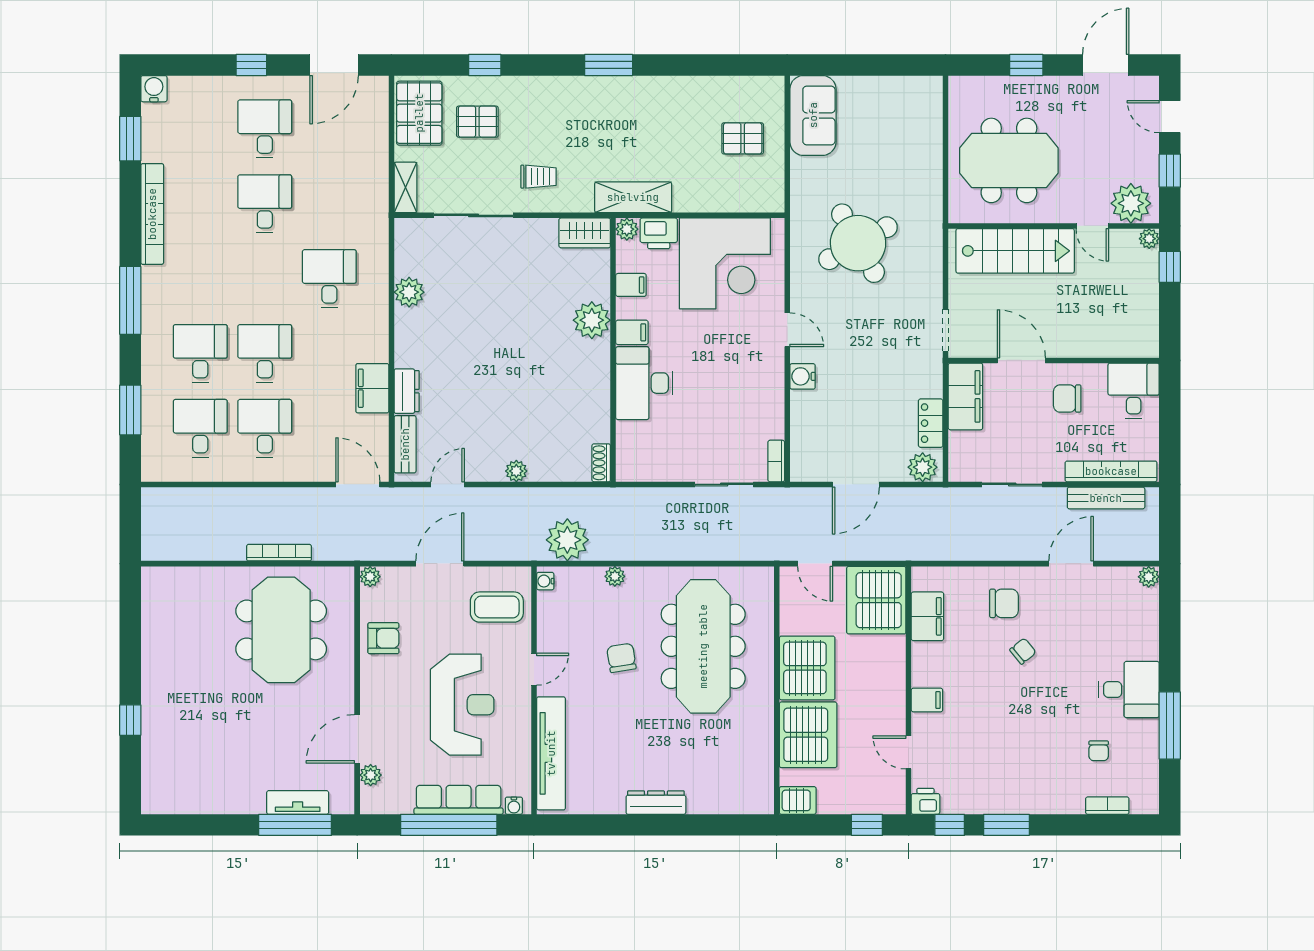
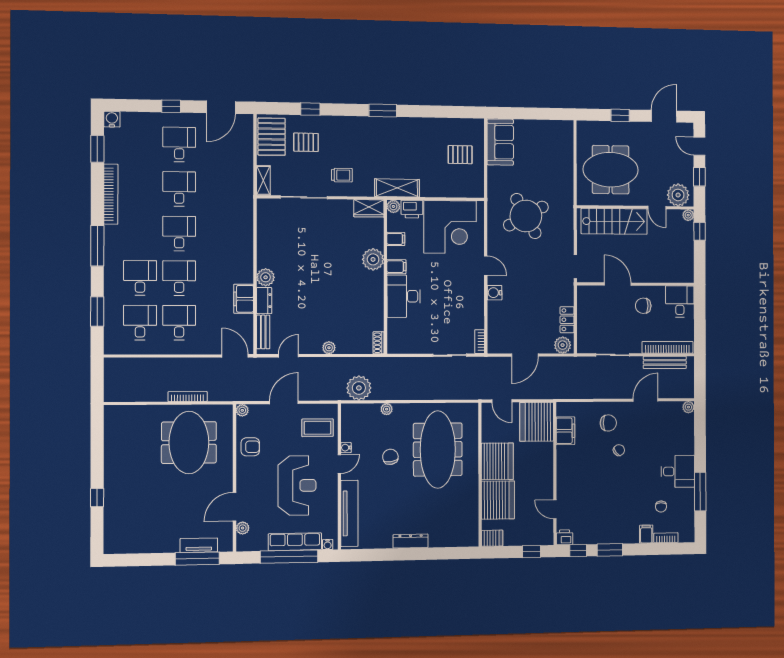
desk: (329, 279) -> (179, 233), moved
plant: (409, 292) -> (266, 277), moved
filing cabinet: (965, 396) -> (587, 304), removed
water cooler: (545, 581) -> (346, 448), moved
filing cabinet: (927, 700) -> (646, 534), moved, turned -90

